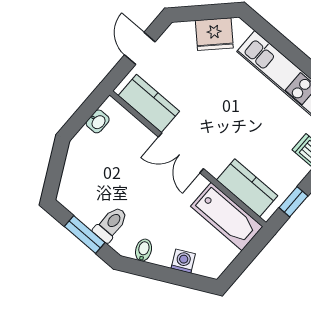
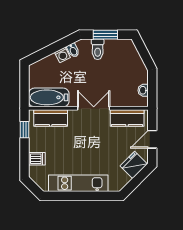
fridge: (214, 34) -> (134, 165), moved
door: (140, 48) -> (152, 139), swing flipped
washing machine: (183, 261) -> (62, 55), moved

